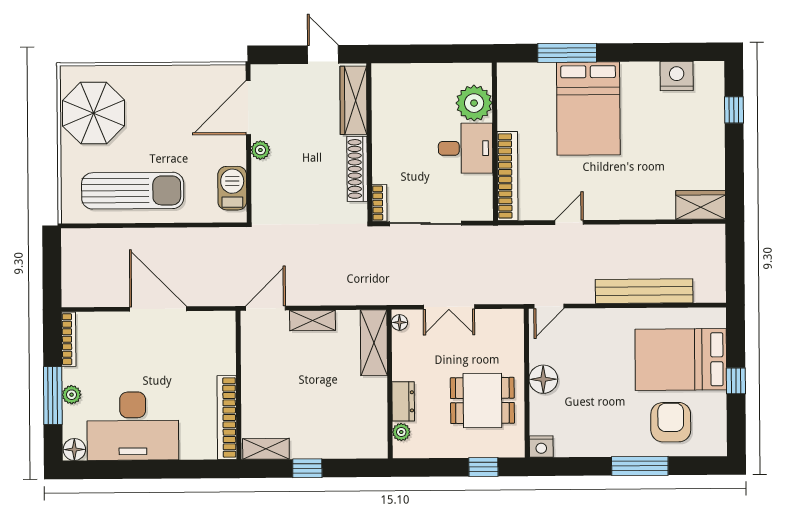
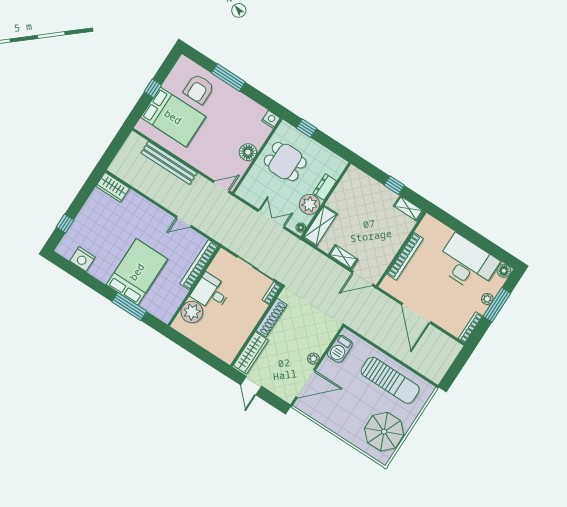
sun lounger: (133, 191) -> (390, 380), turned 180
bookcase: (227, 418) -> (405, 256), moved
plant: (401, 432) -> (309, 204), moved, width x1.87, depth x1.87

